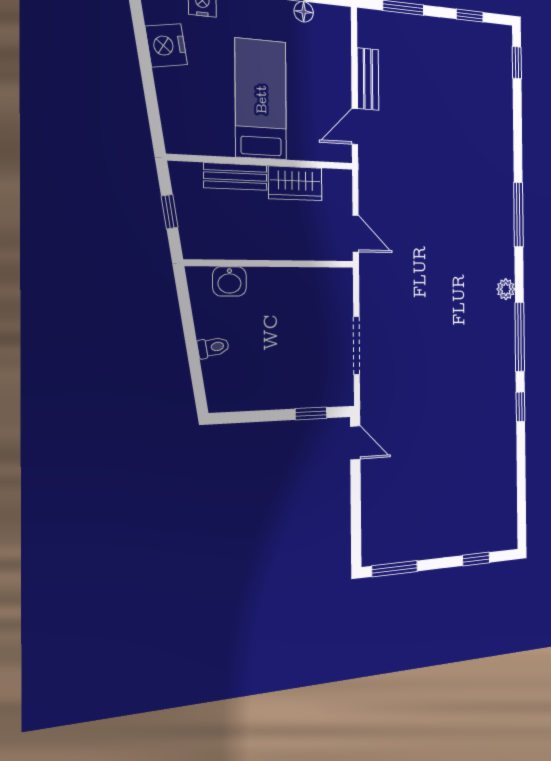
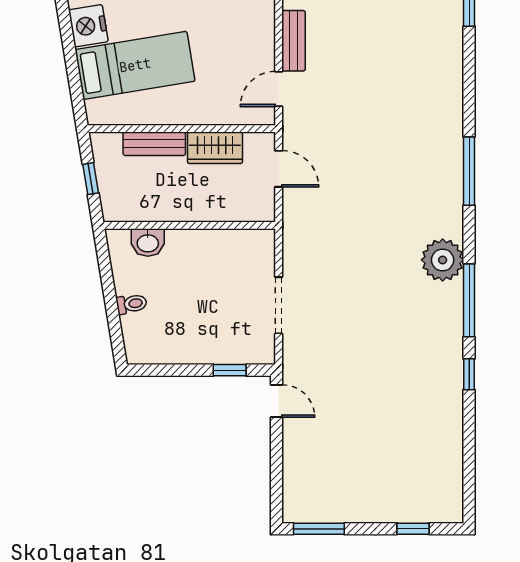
bed: (261, 99) -> (135, 65), moved, turned 81
door: (356, 234) -> (279, 169), moved
plant: (506, 289) -> (443, 260), width x1.88, depth x1.88

